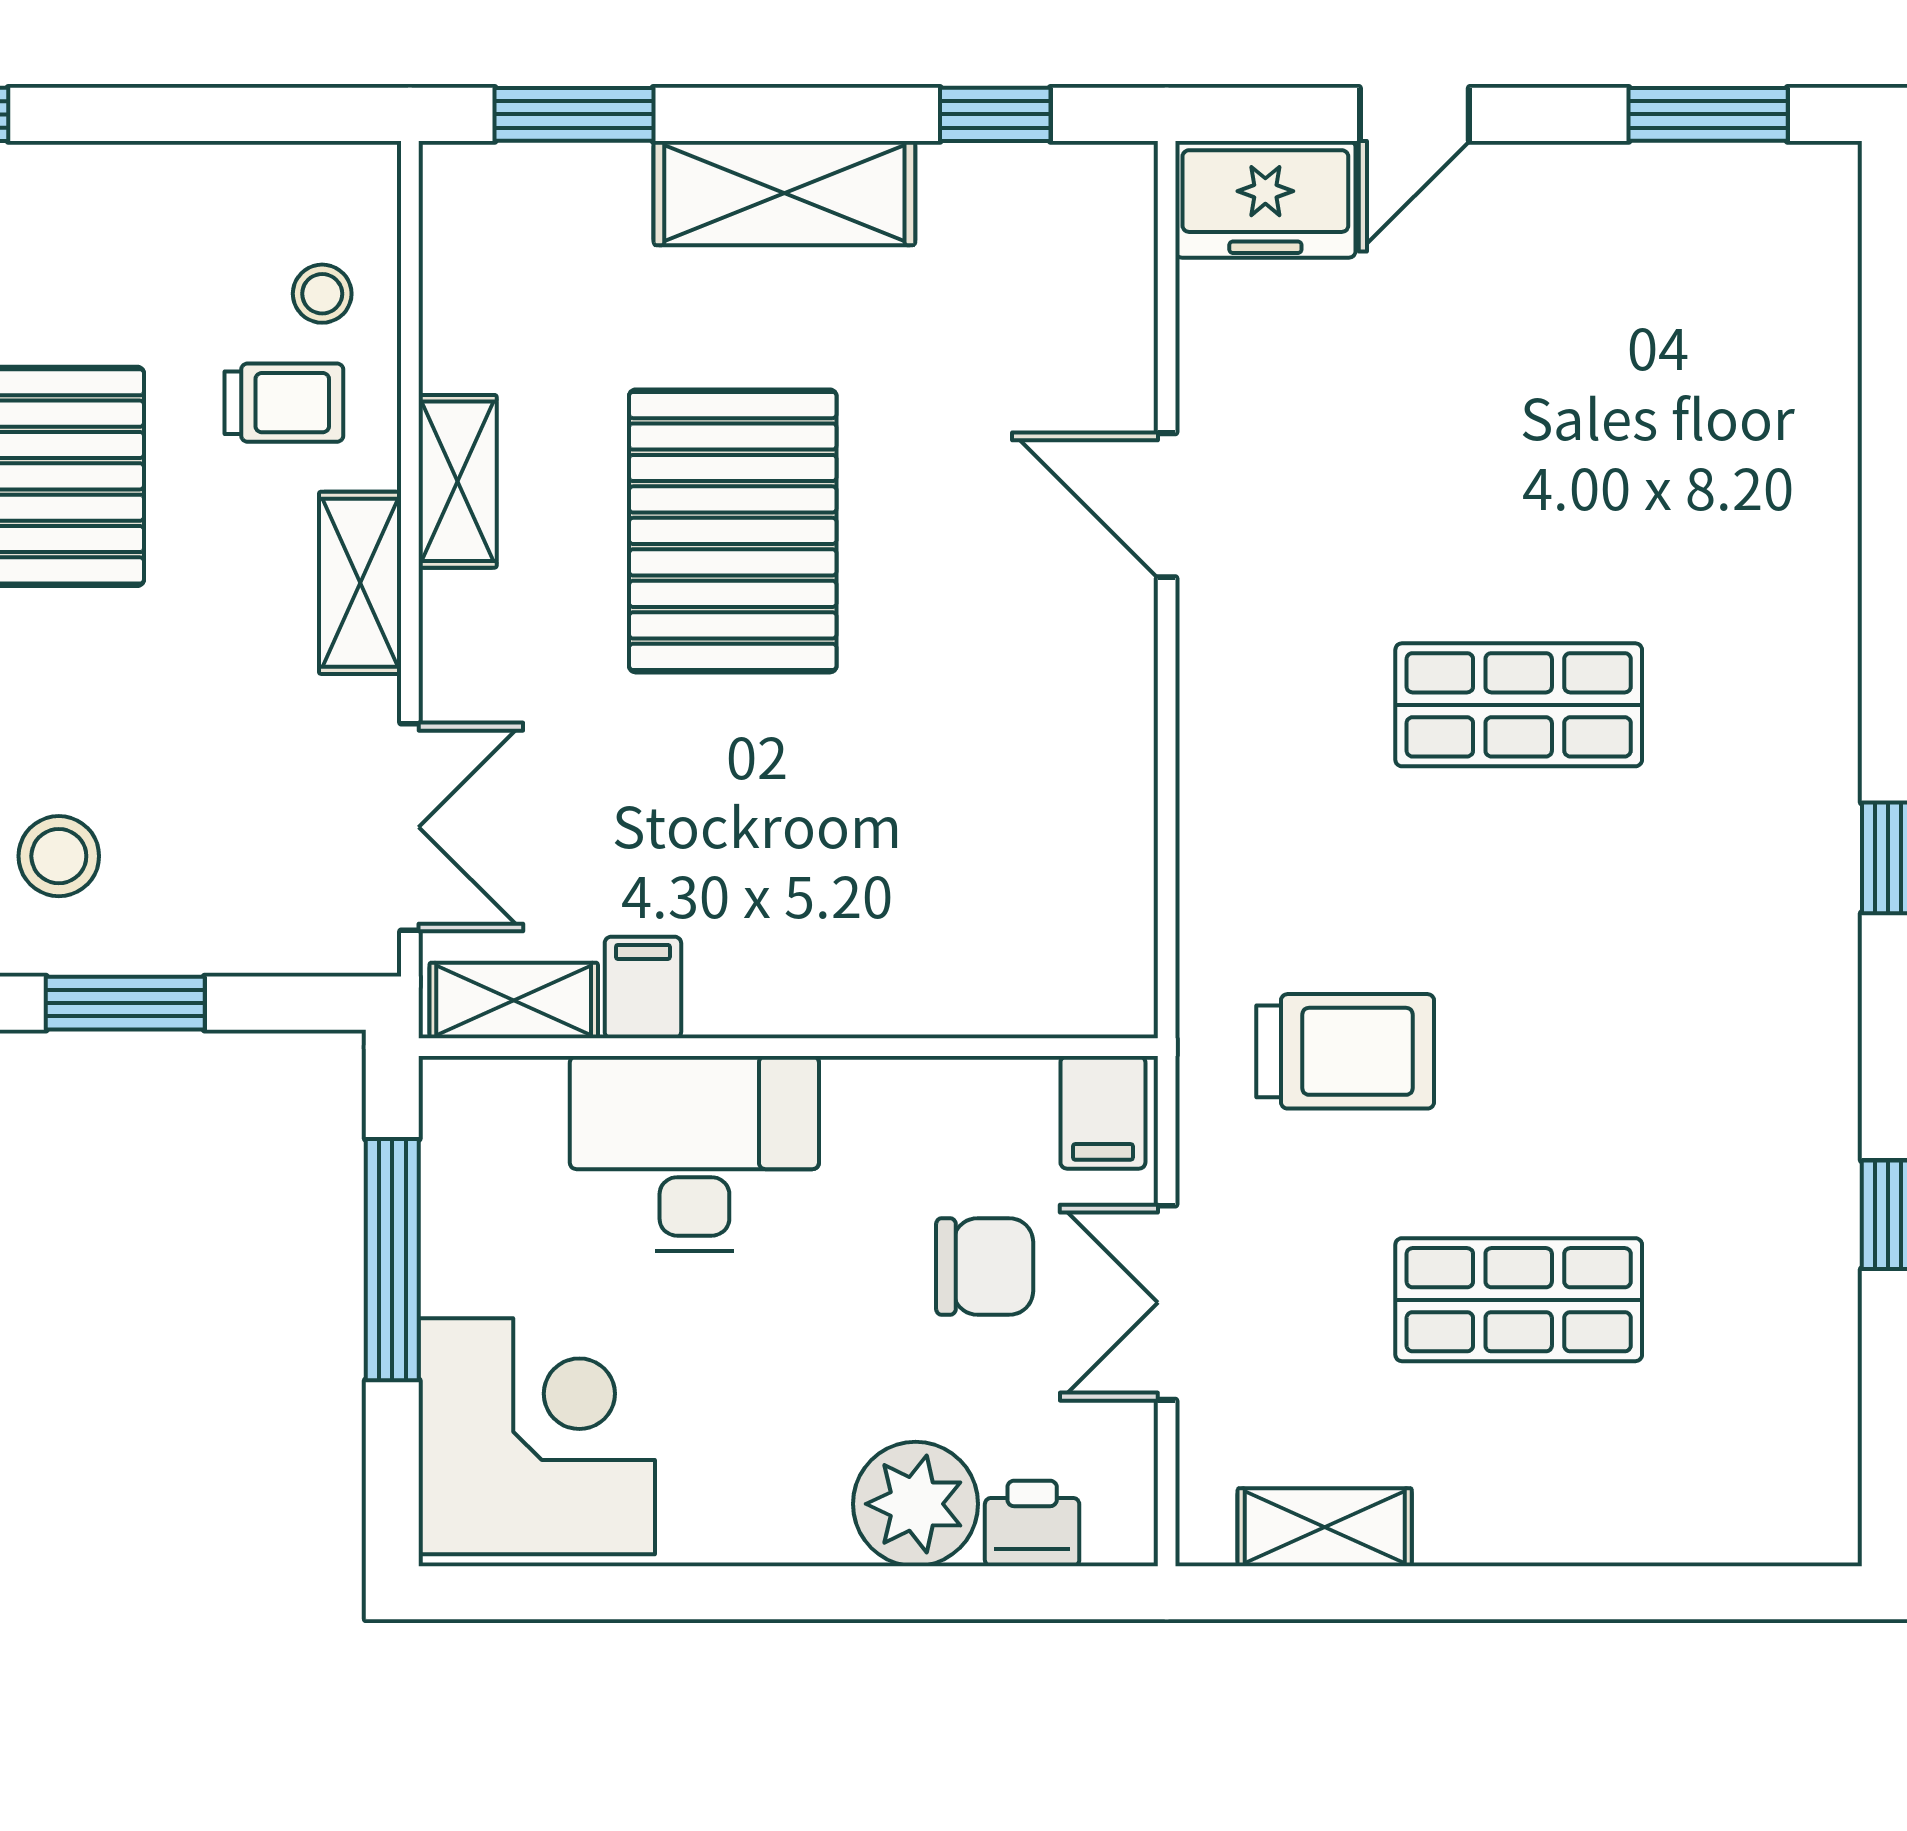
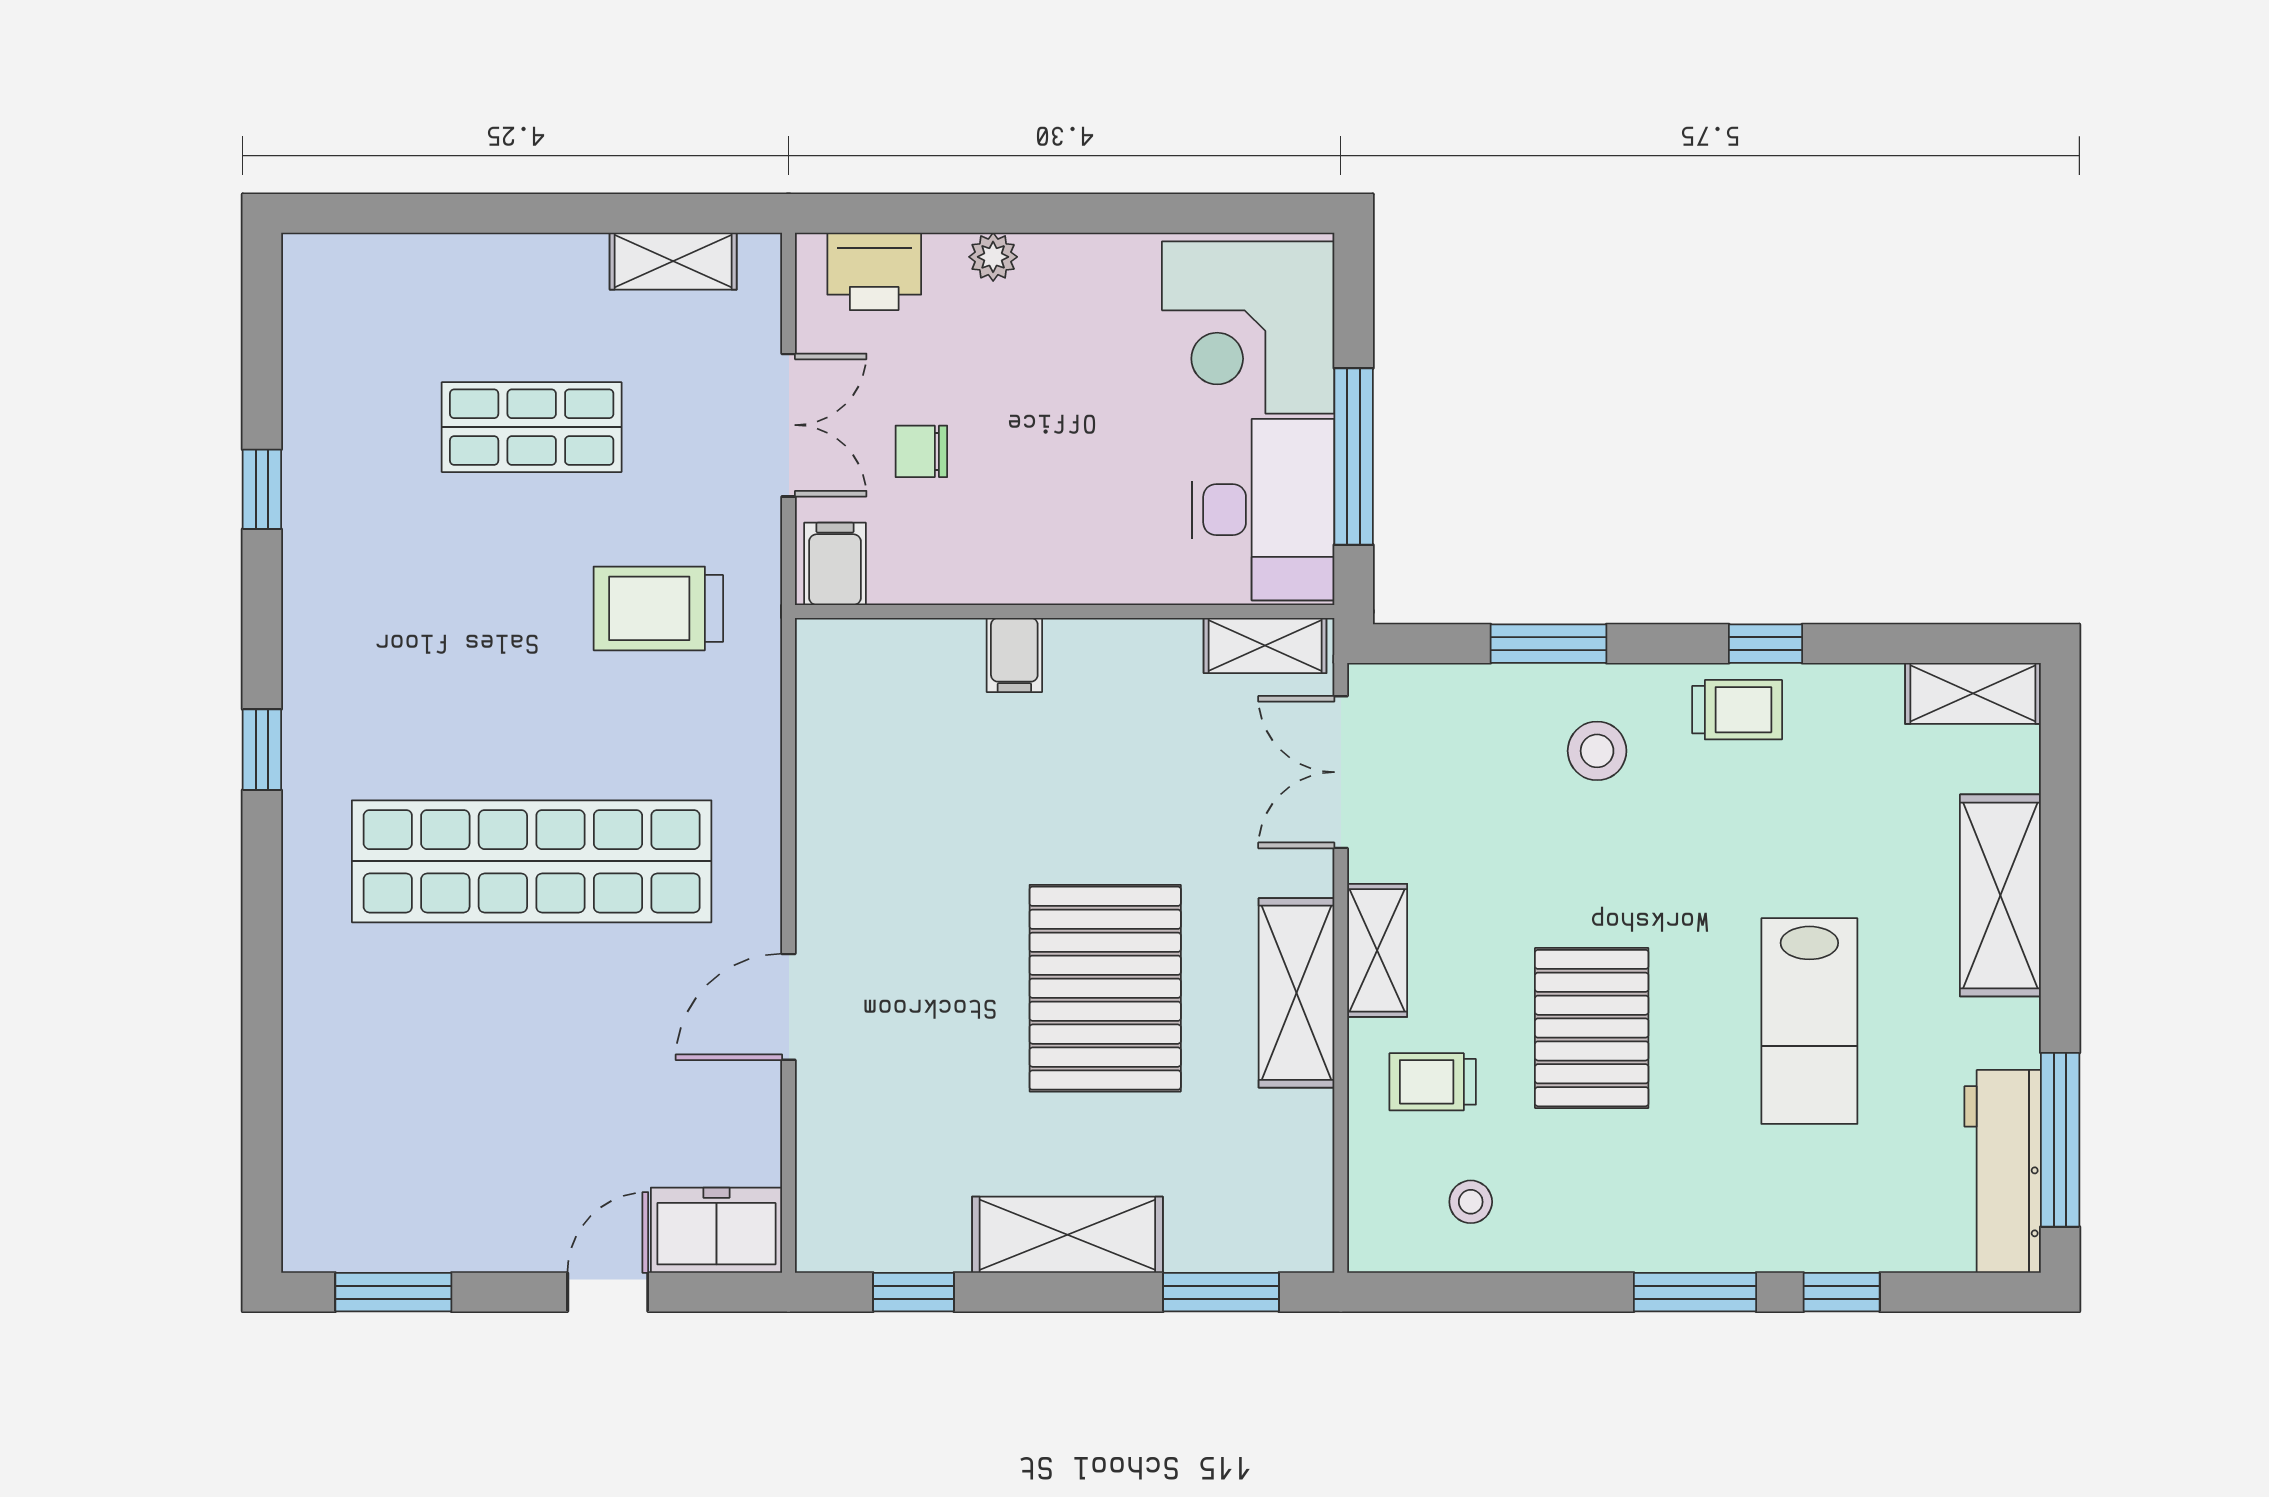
stool: (322, 294) -> (1471, 1202), moved
shelving: (458, 481) -> (1296, 993), width x1.50, depth x1.33
door: (1167, 505) -> (789, 1007), swing flipped
shop shelf: (1519, 705) -> (532, 861), width x2.00, depth x1.36
filing cabinet: (643, 988) -> (1014, 655), moved
desk: (694, 1154) -> (1263, 510), moved, turned -90
chair: (985, 1266) -> (921, 451), width x0.73, depth x0.73
plant: (916, 1504) -> (993, 257), width x0.53, depth x0.53
printer: (1032, 1523) -> (874, 271), width x1.36, depth x1.24

